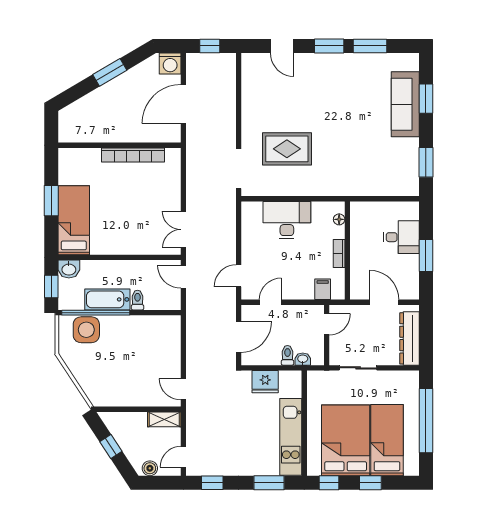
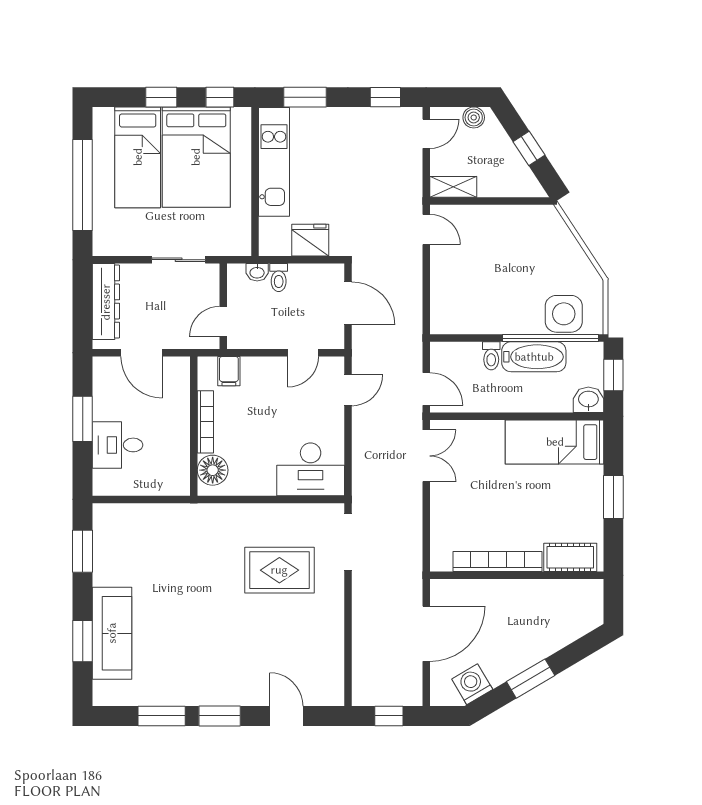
washing machine: (170, 63) -> (472, 684), moved, turned -31
cot: (82, 158) -> (570, 557), added
floor lamp: (339, 219) -> (213, 470), width x1.89, depth x1.89
bed: (74, 220) -> (555, 442), moved, turned 90
desk: (287, 220) -> (311, 469), moved
bookcase: (339, 253) -> (205, 422), width x1.56
door: (239, 337) -> (348, 303), swing flipped

